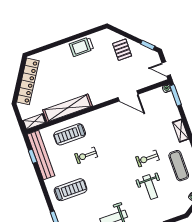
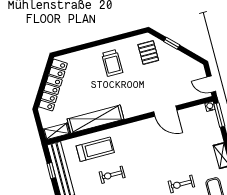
window: (148, 45) -> (172, 43), moved
trolley: (81, 47) -> (112, 63), moved, turned -90
pallet: (122, 50) -> (148, 53), moved
treadmill: (70, 134) -> (95, 149), turned 180

